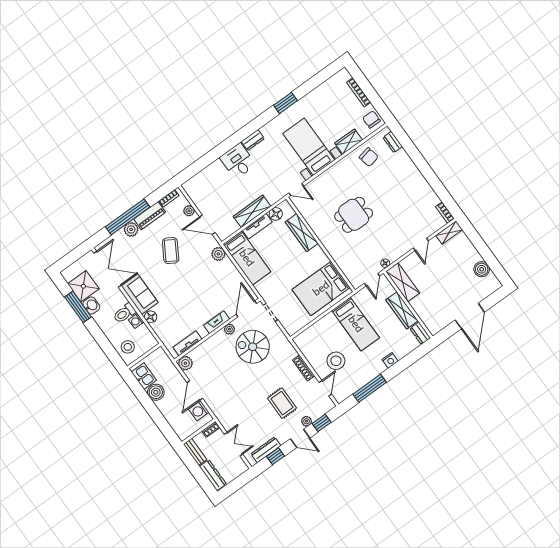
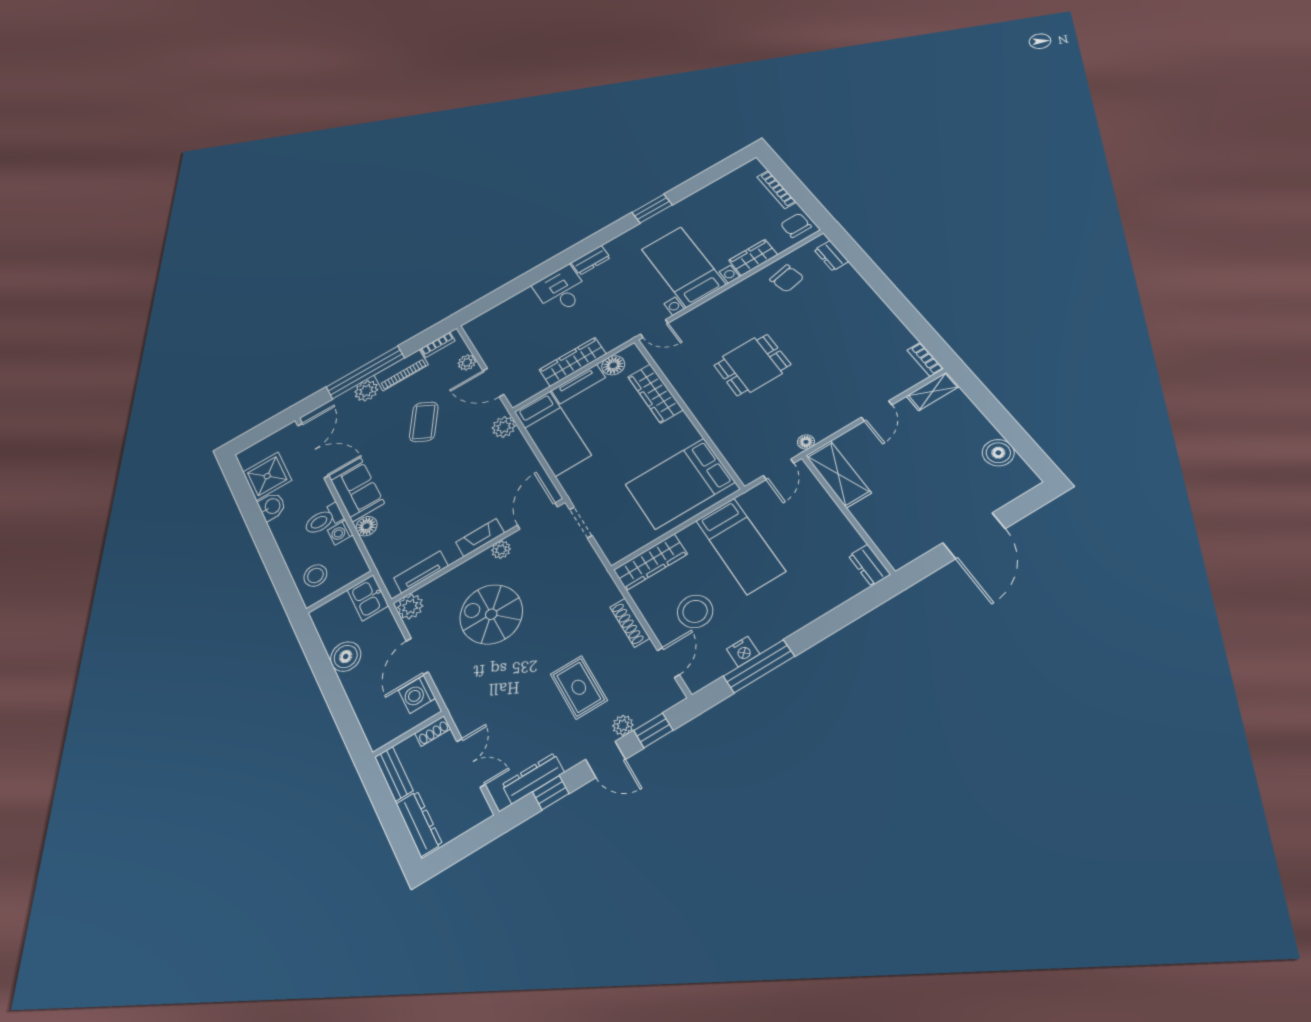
window: (78, 307) -> (249, 508), removed
wardrobe: (402, 310) -> (650, 562), moved, turned -90
spiral stairs: (253, 347) -> (491, 614), moved
nightstand: (390, 360) -> (743, 652), moved
kitchen sink: (144, 376) -> (368, 598), moved, turned 180

